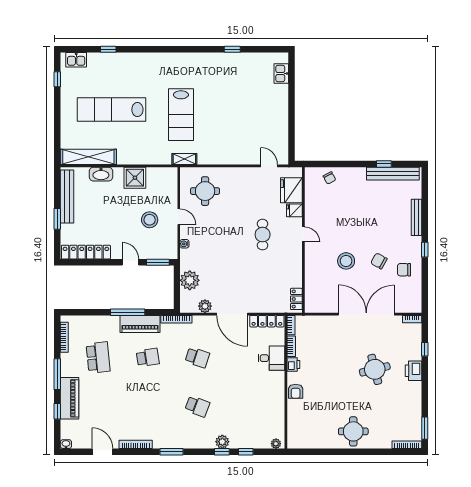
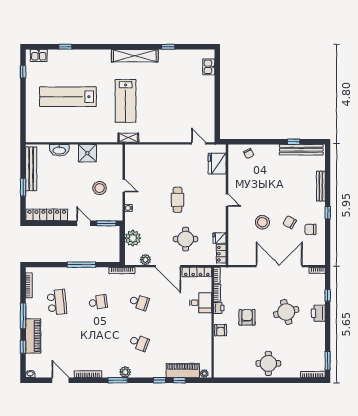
shelving: (88, 157) -> (135, 56), moved
round table: (205, 191) -> (186, 239), moved
fridge: (294, 210) -> (220, 238), moved
cafe table: (263, 235) -> (177, 200), moved
piano: (140, 324) -> (183, 370), moved, turned 180
armchair: (328, 376) -> (247, 317), added
plant: (222, 442) -> (125, 372), moved

